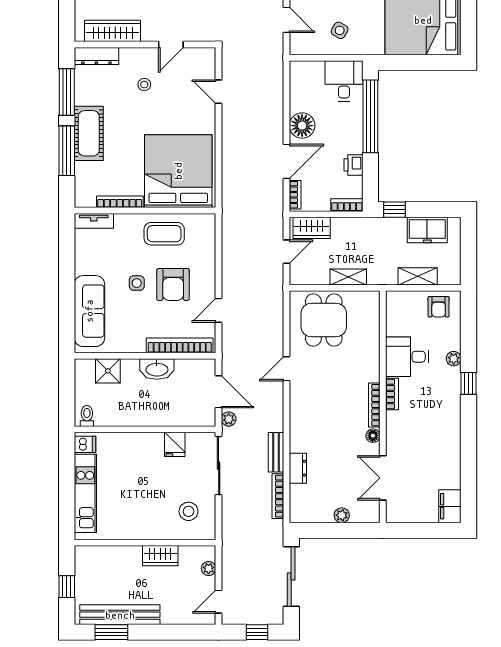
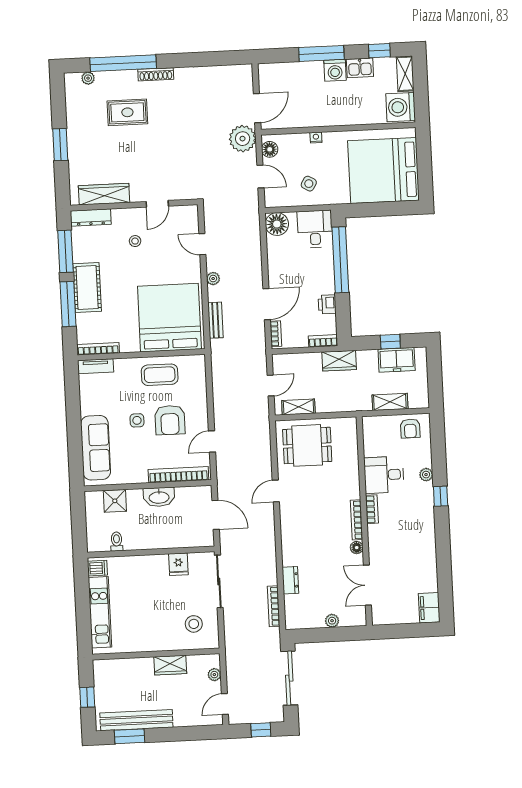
floor lamp: (302, 126) -> (277, 224), moved
bookcase: (120, 202) -> (98, 349), moved
window: (394, 210) -> (390, 342), moved
wardrobe: (312, 228) -> (339, 361), moved
shelving: (348, 277) -> (298, 407), moved
dining table: (324, 320) -> (307, 445), turned 90
toilet: (87, 416) -> (117, 541), moved
plant: (229, 419) -> (213, 279), moved
bench: (276, 452) -> (215, 320), moved

